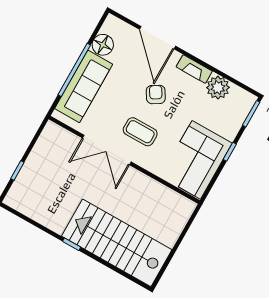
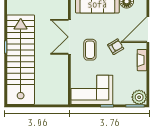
plant: (218, 88) -> (139, 97), moved
stairs: (117, 243) -> (21, 60), width x1.36

